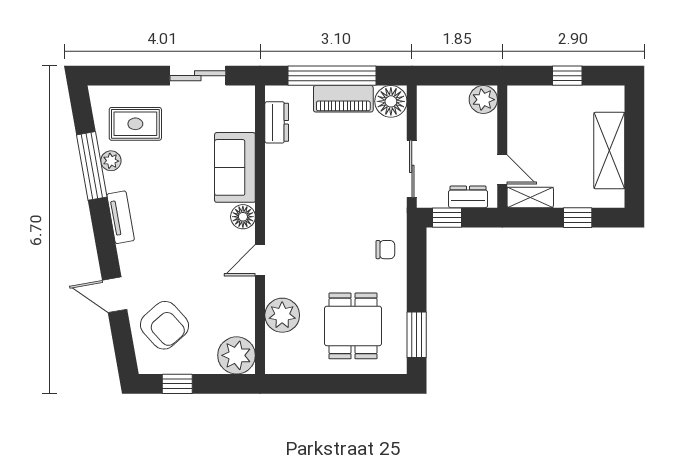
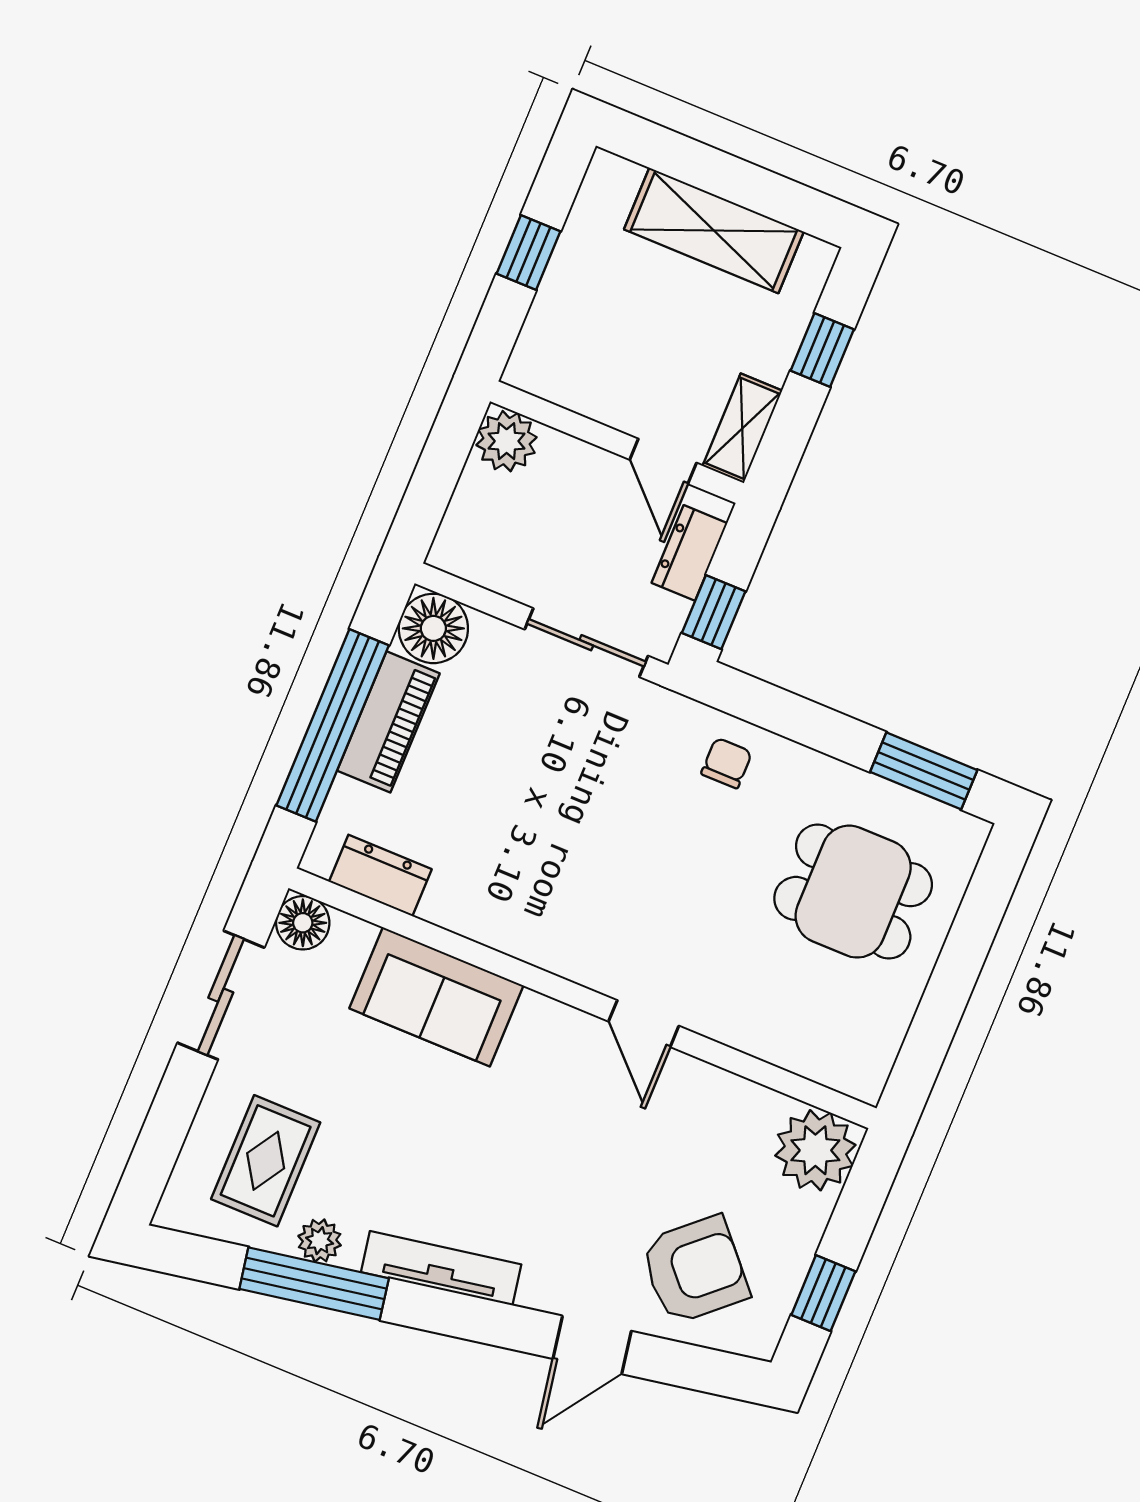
door: (502, 170) -> (663, 461), swing flipped
tv unit: (121, 217) -> (441, 1268), width x1.41
floor lamp: (243, 217) -> (303, 923), moved
plant: (282, 315) -> (773, 1025), removed

